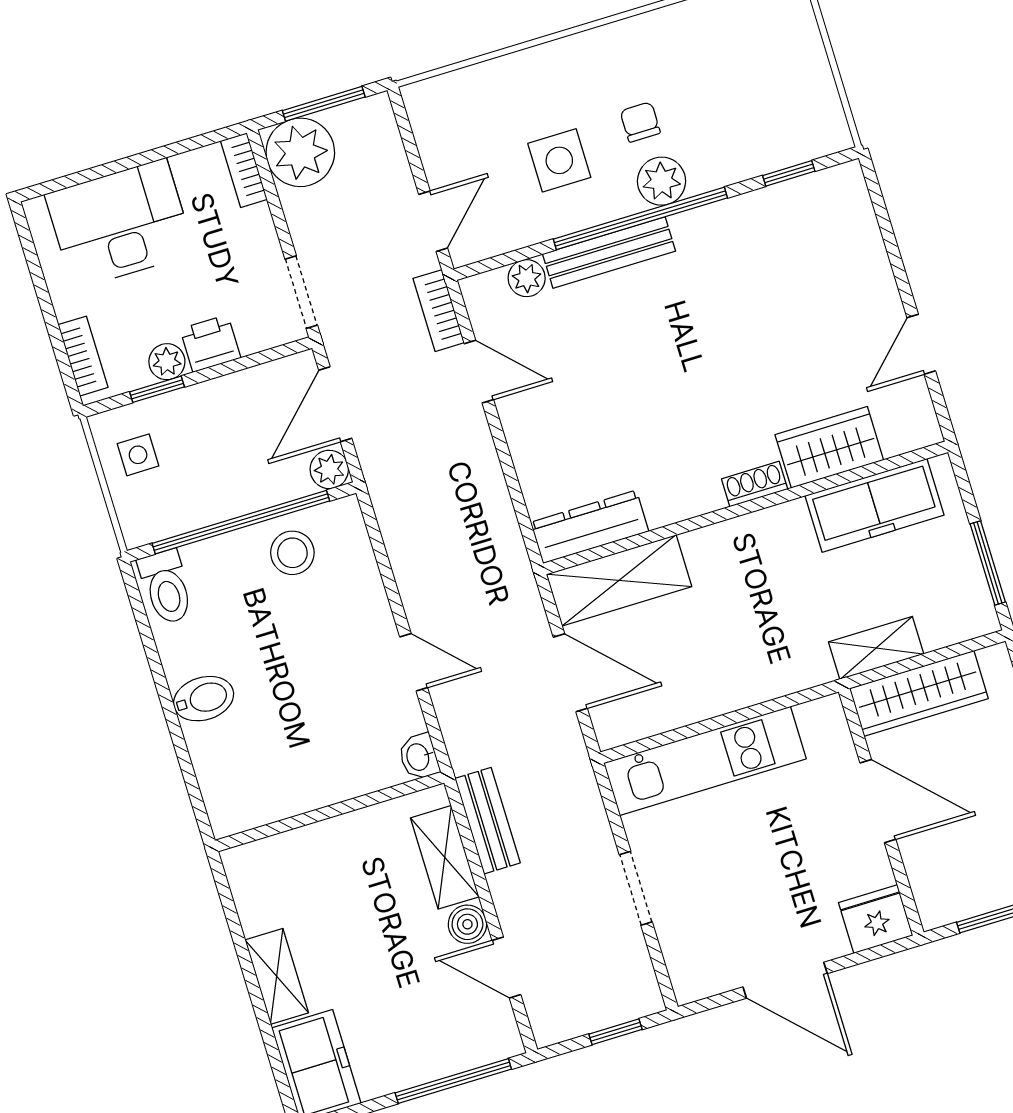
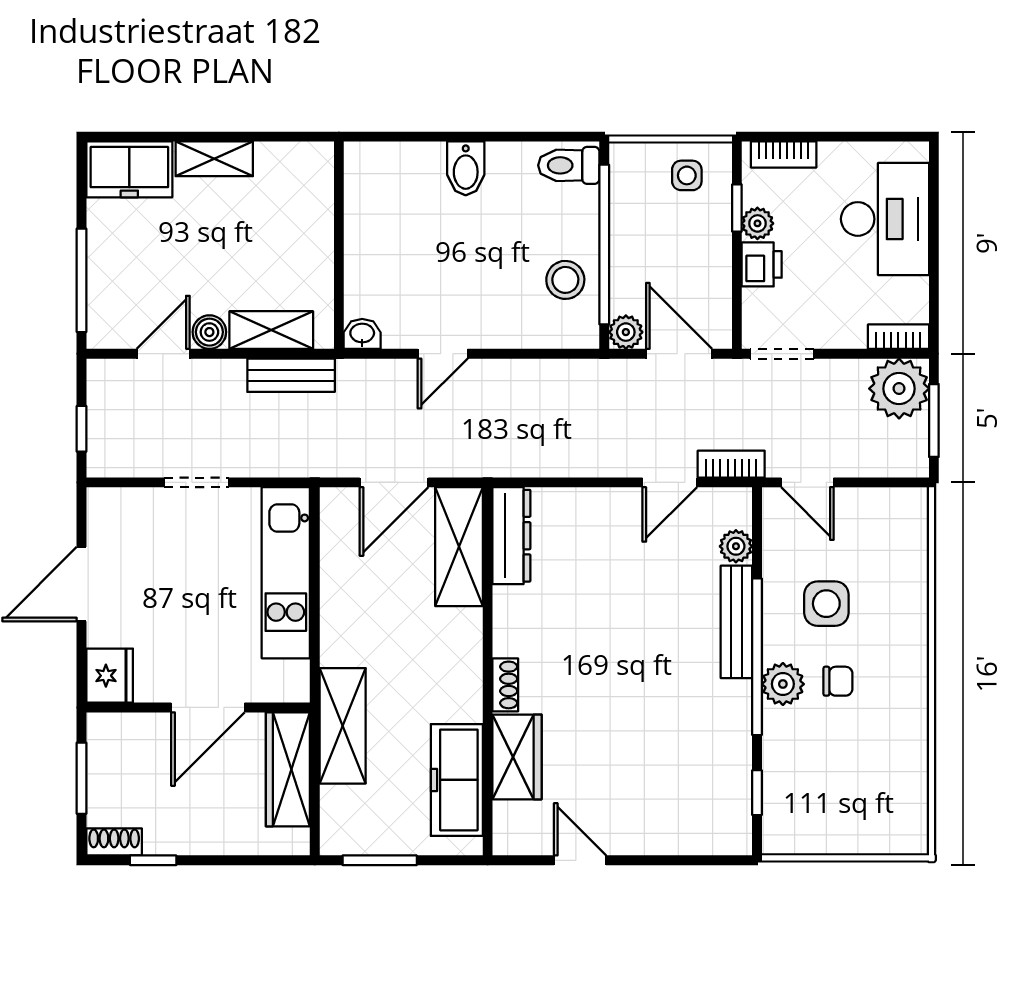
shelving: (876, 648) -> (343, 726), width x1.50, depth x1.33

